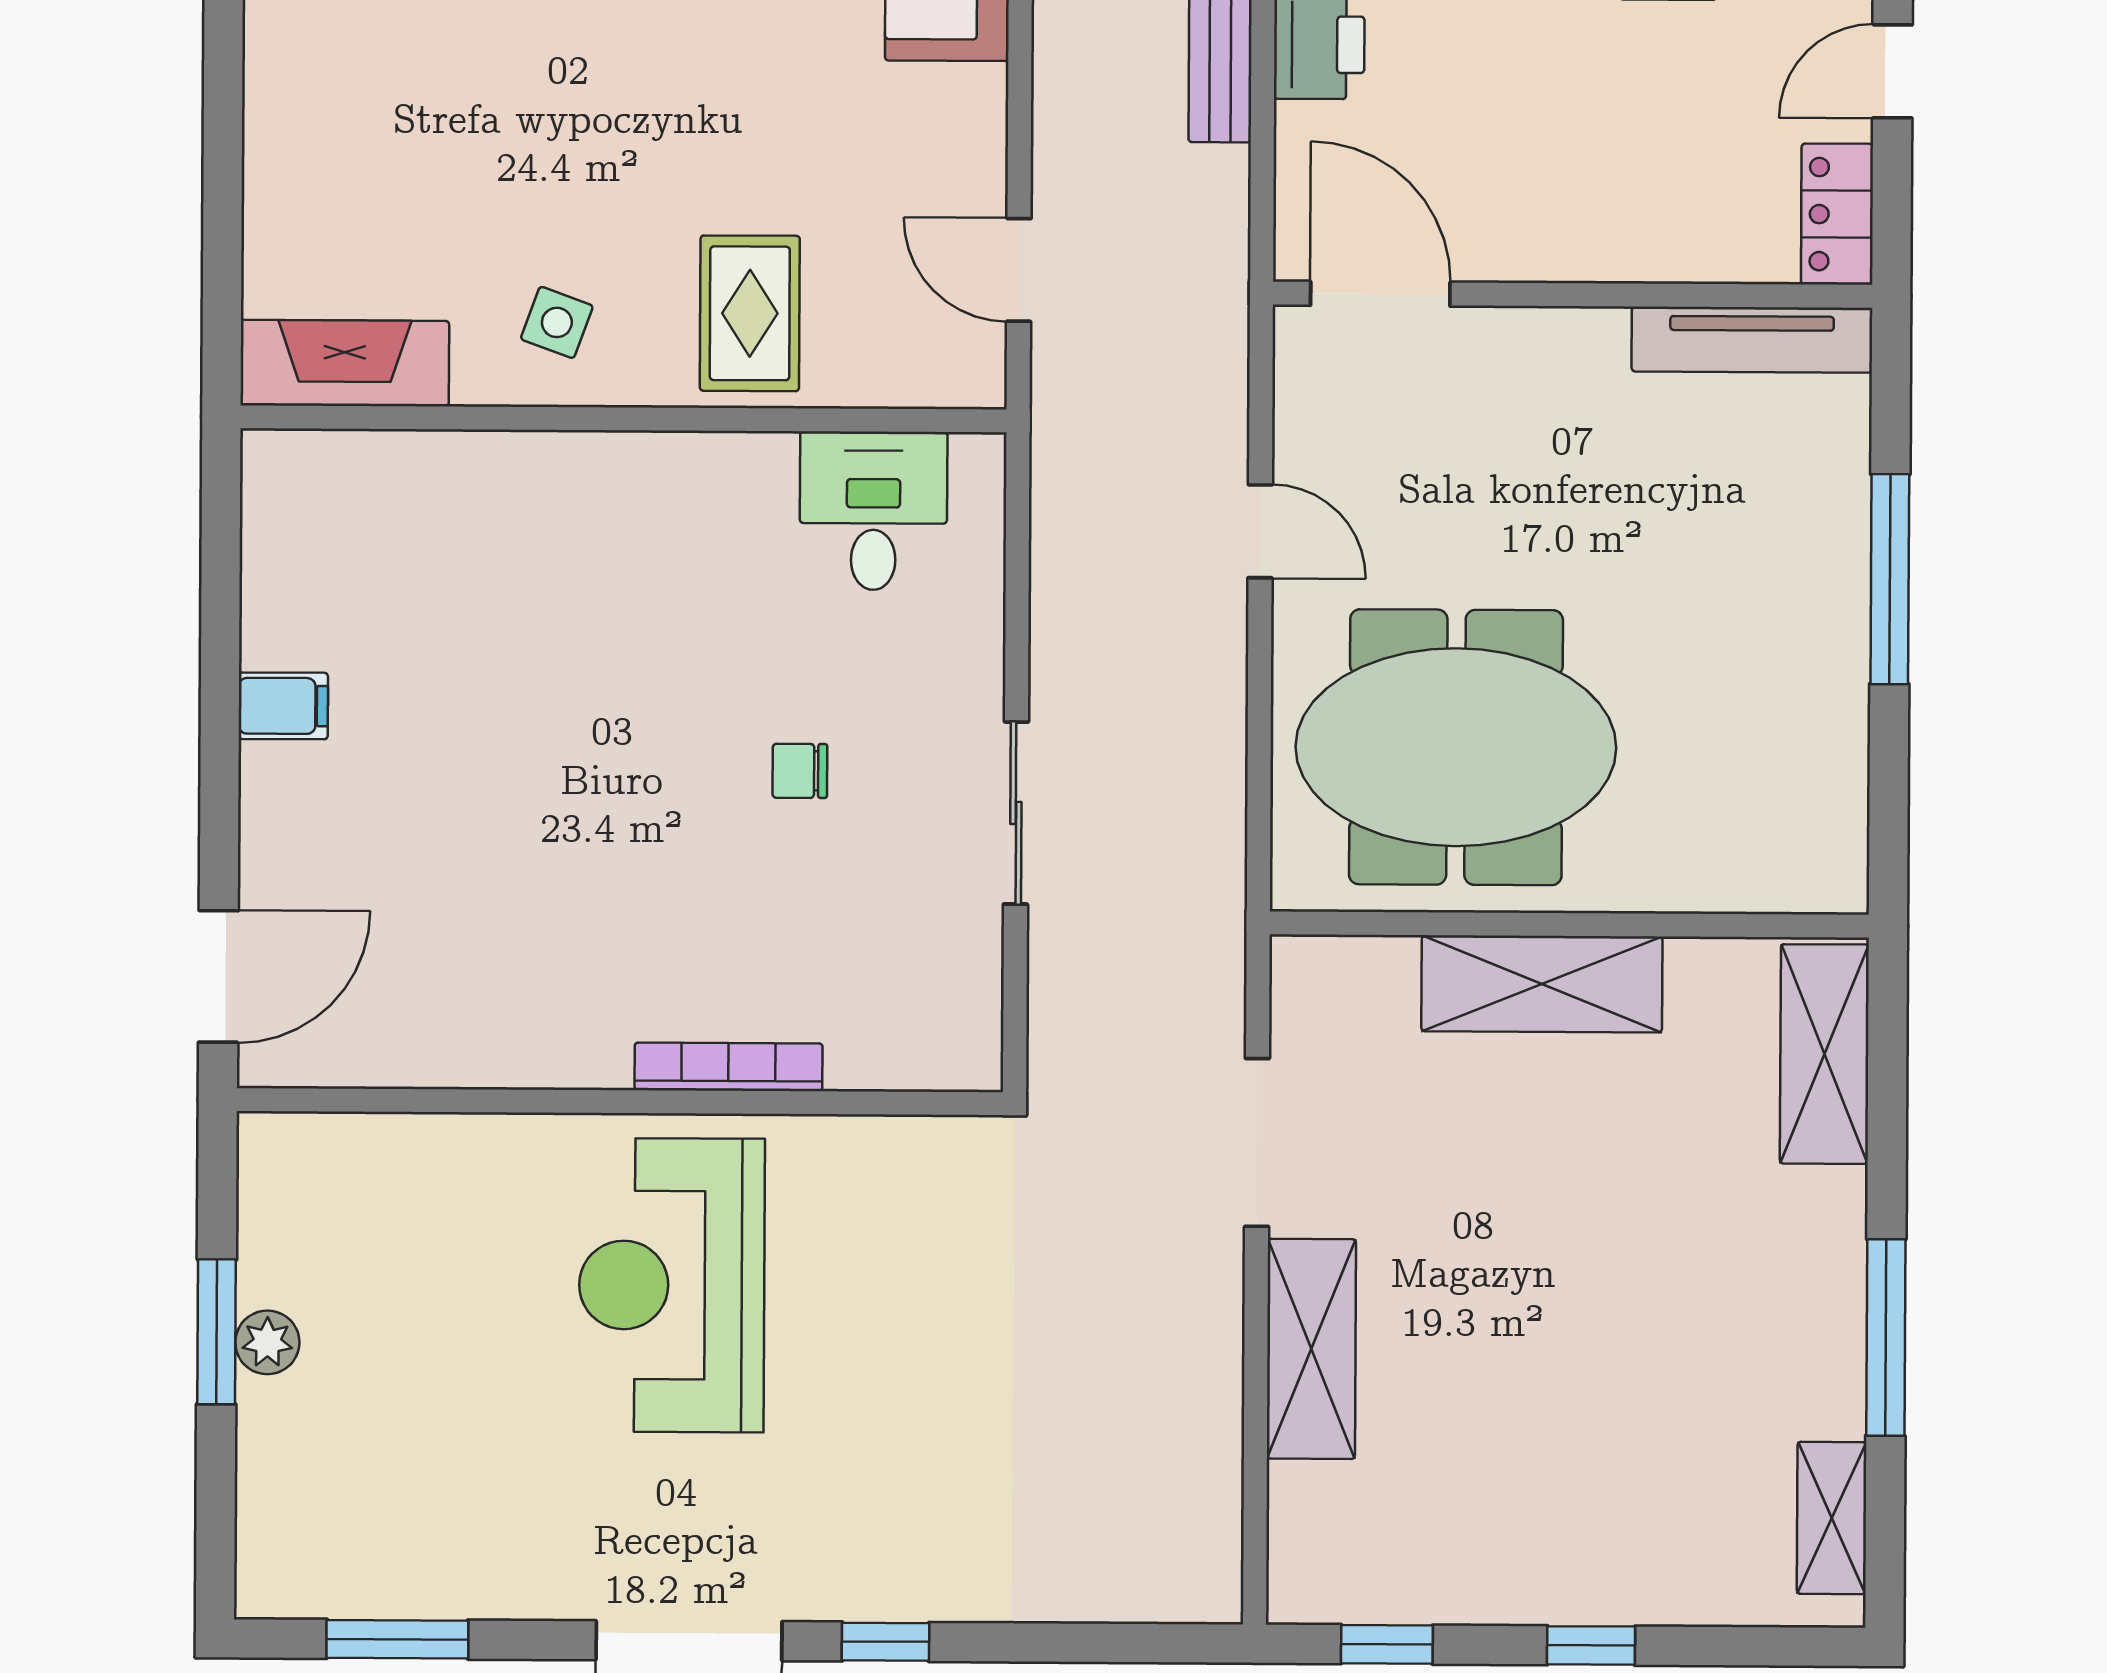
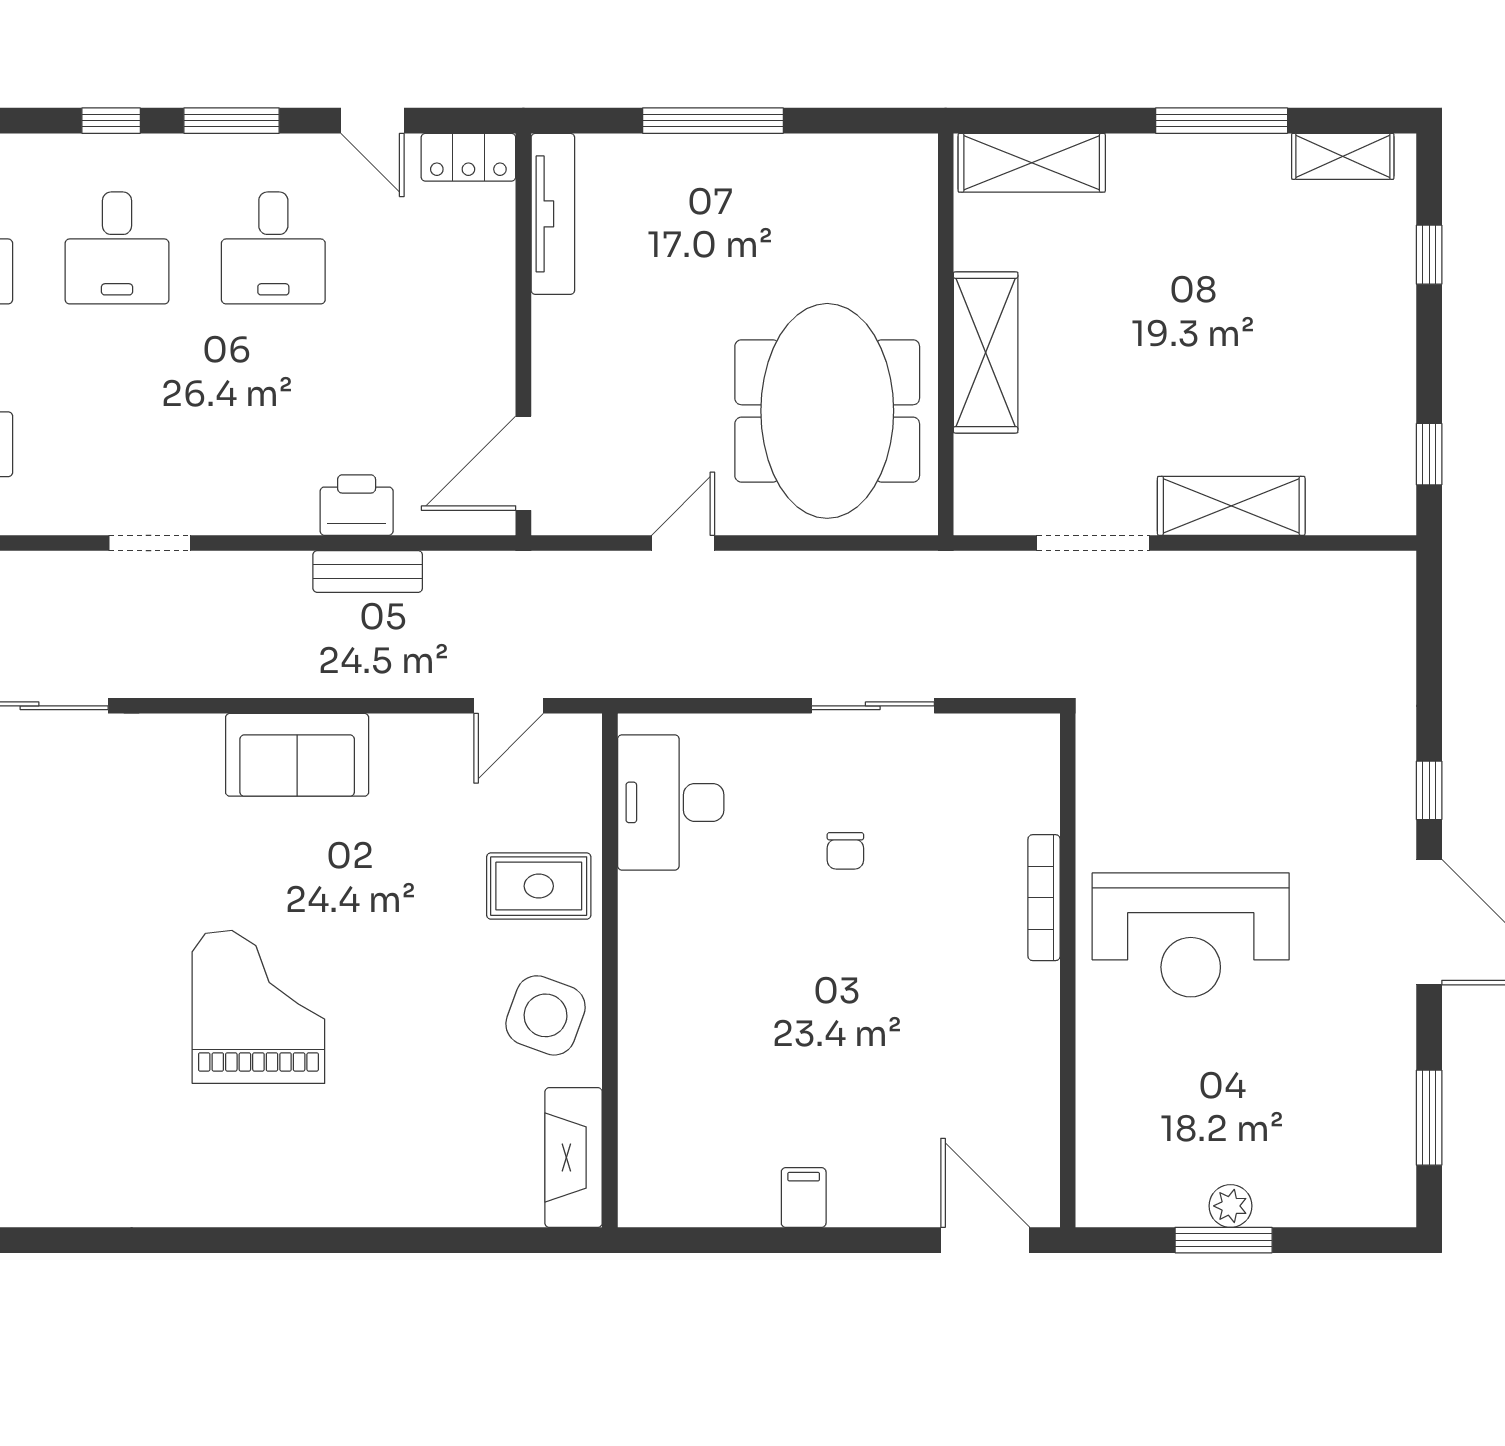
side table: (557, 322) -> (546, 1015), width x1.87, depth x1.87
desk: (873, 511) -> (671, 802), width x1.37
window: (1591, 1645) -> (1429, 255), moved

